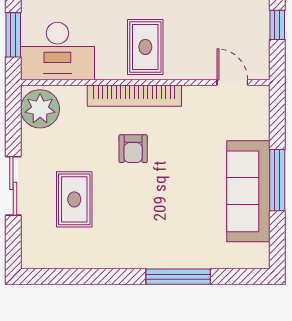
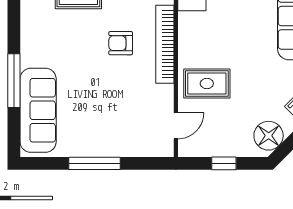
rug: (145, 47) -> (207, 83), moved
sofa: (248, 191) -> (38, 110), moved, turned 90

